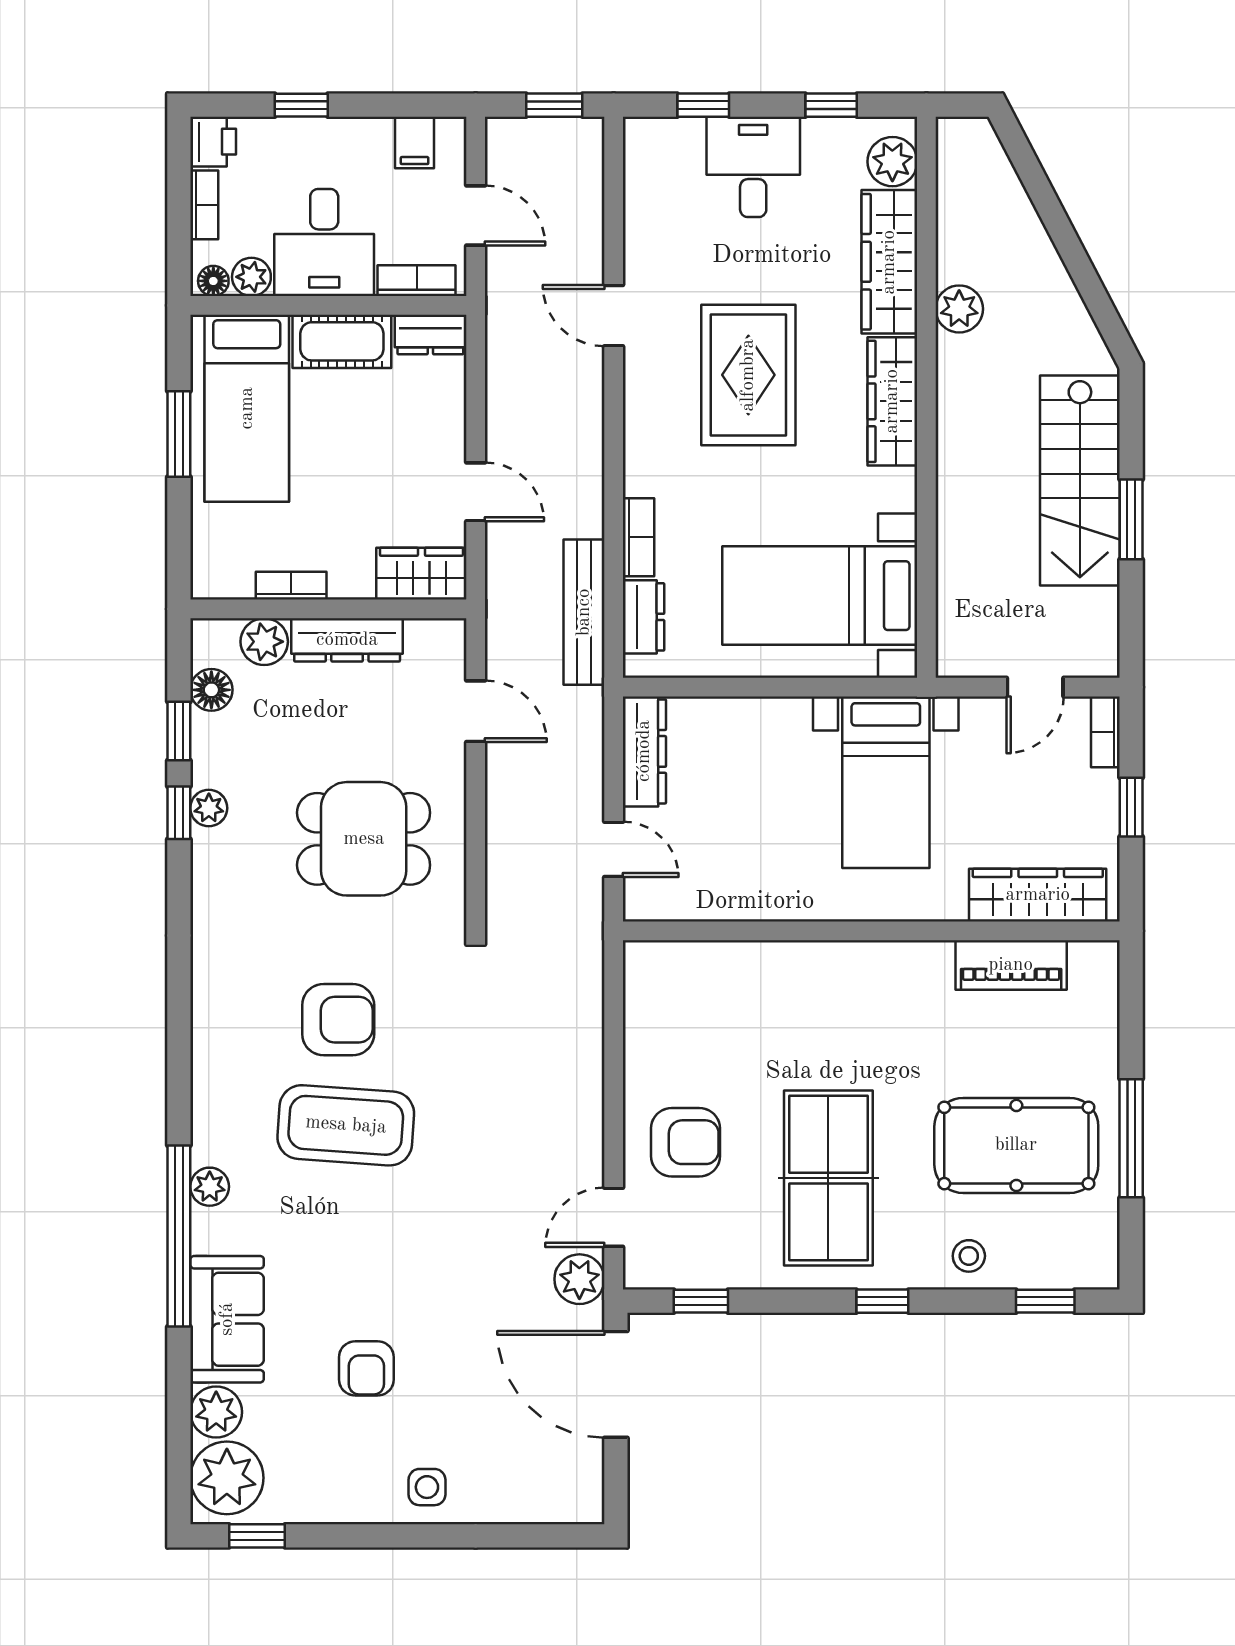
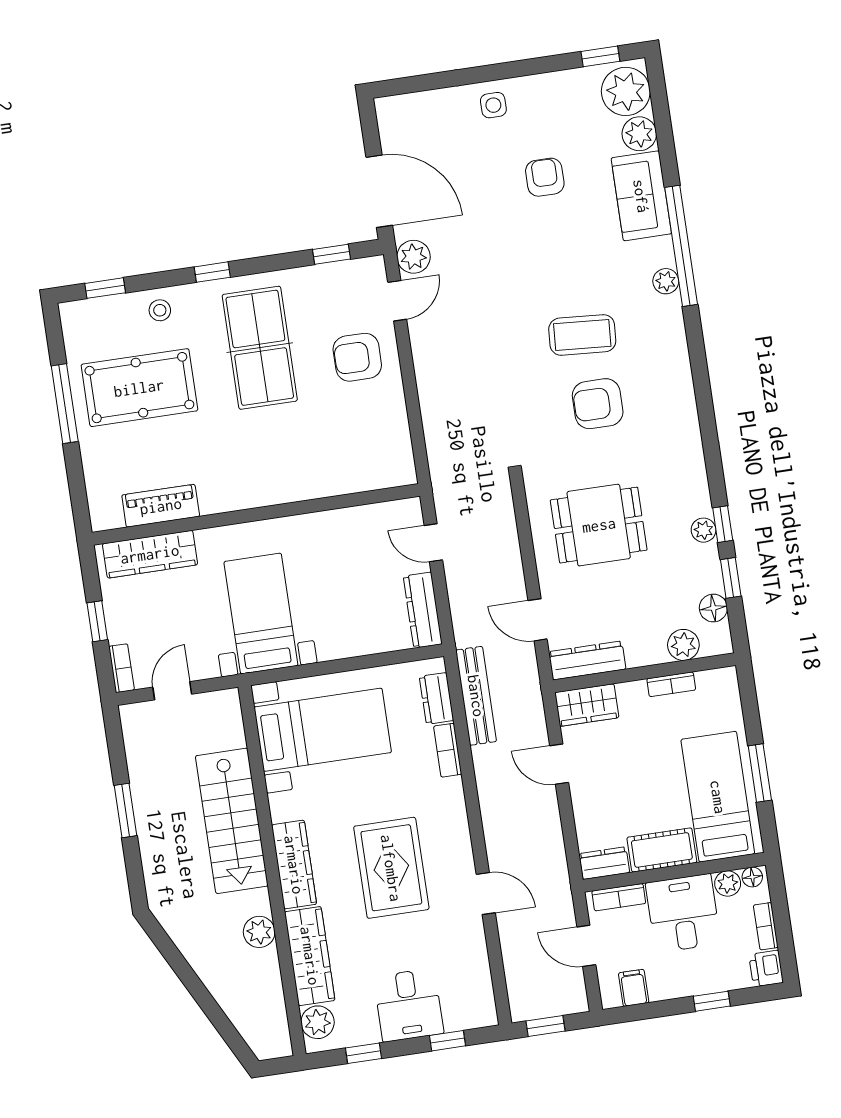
stairs: (1080, 481) -> (232, 821), moved, turned 180
dresser: (347, 640) -> (587, 660), moved
coffee table: (346, 1125) -> (582, 335), width x0.73, depth x0.76

